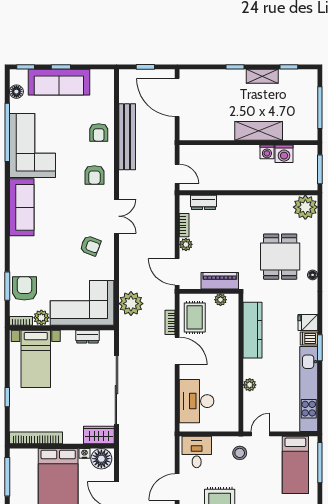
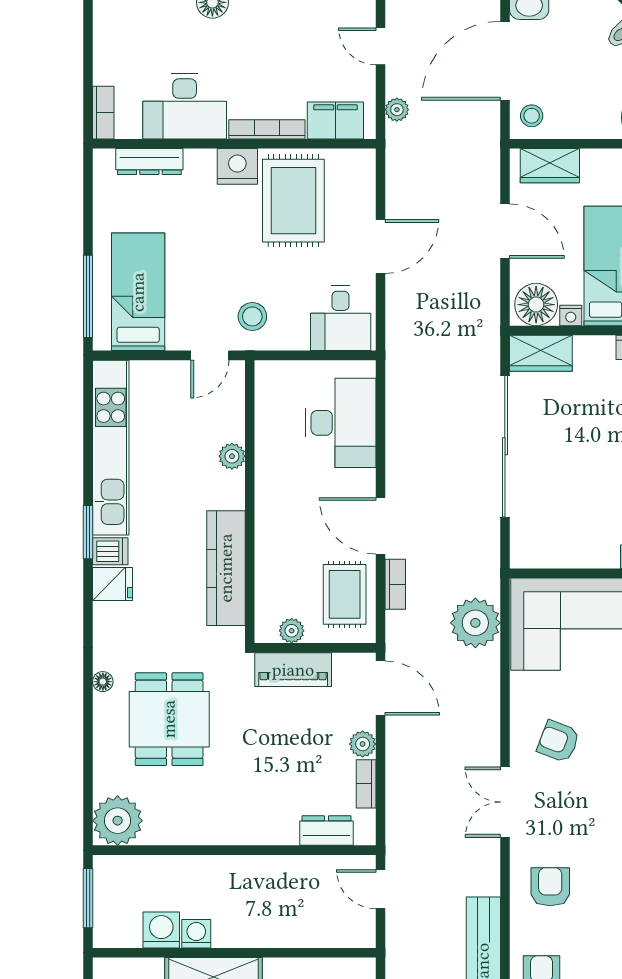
dresser: (87, 337) -> (565, 555), removed

